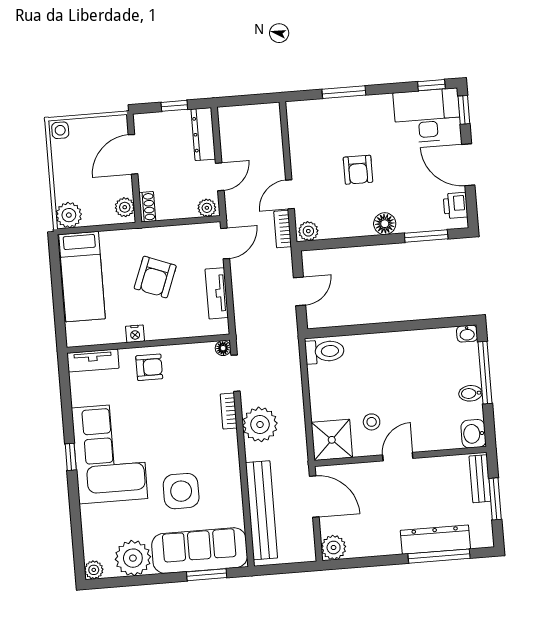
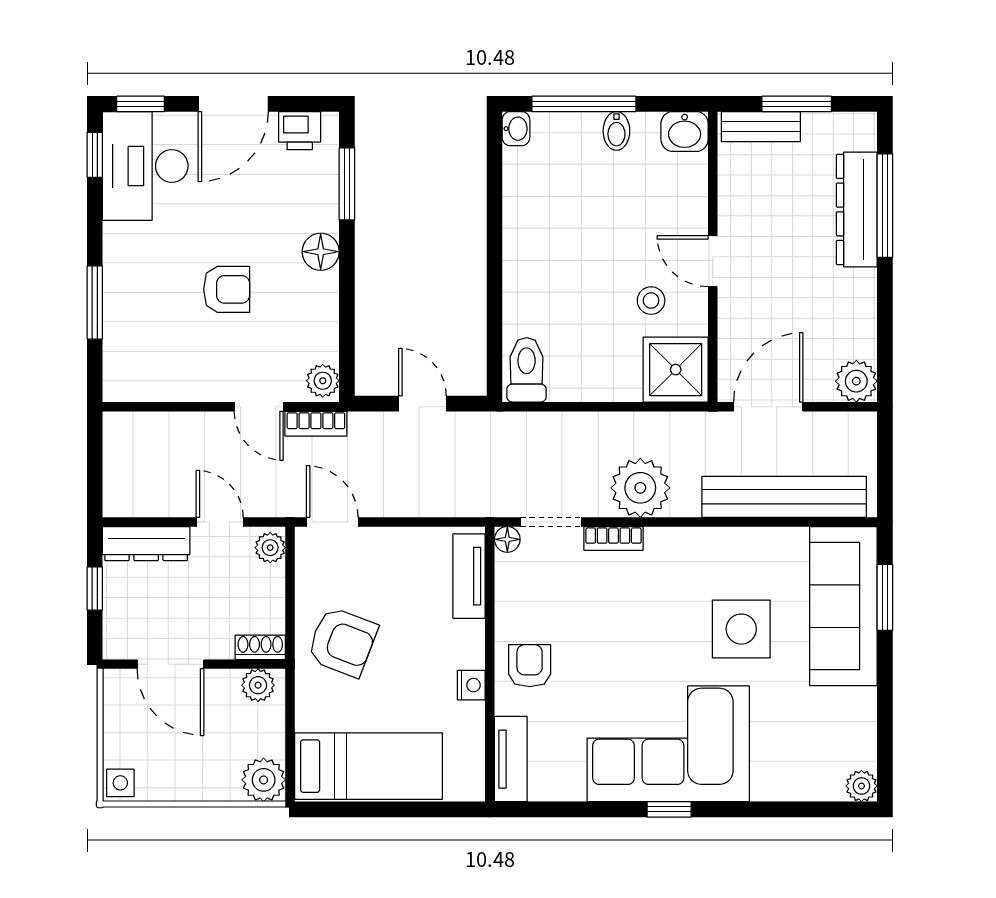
armchair: (155, 277) -> (342, 642), moved
tv unit: (217, 293) -> (469, 576), moved, turned 90
plant: (133, 558) -> (847, 719), removed

